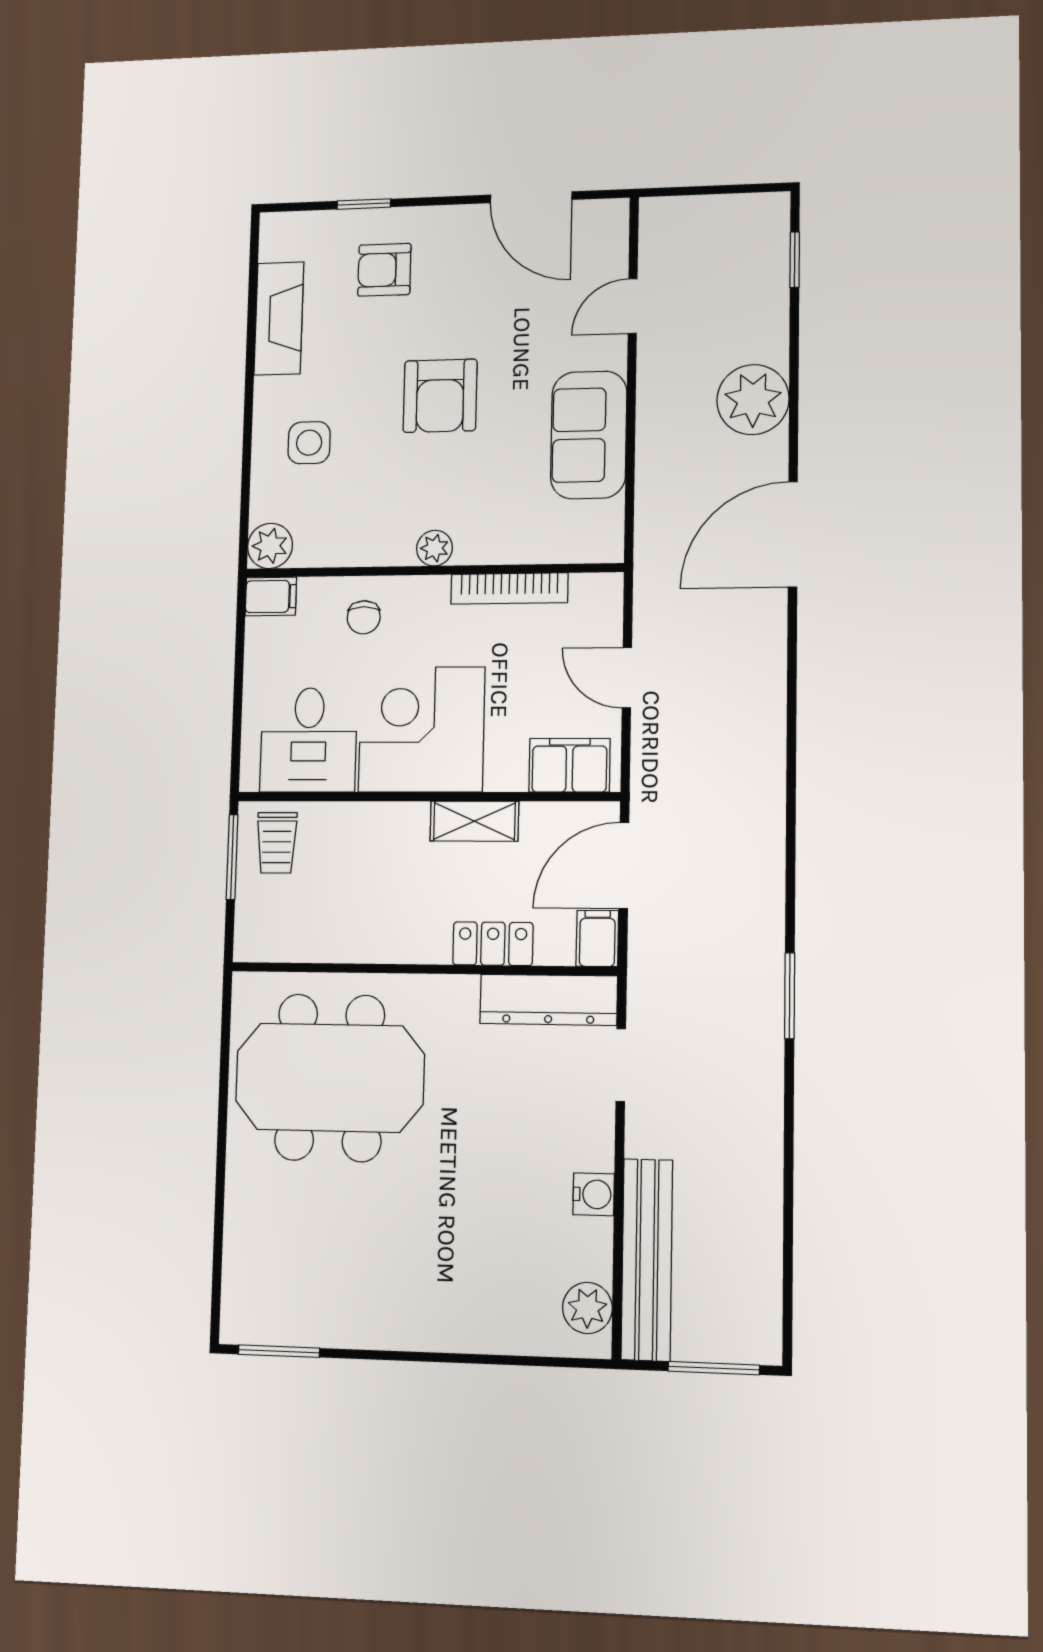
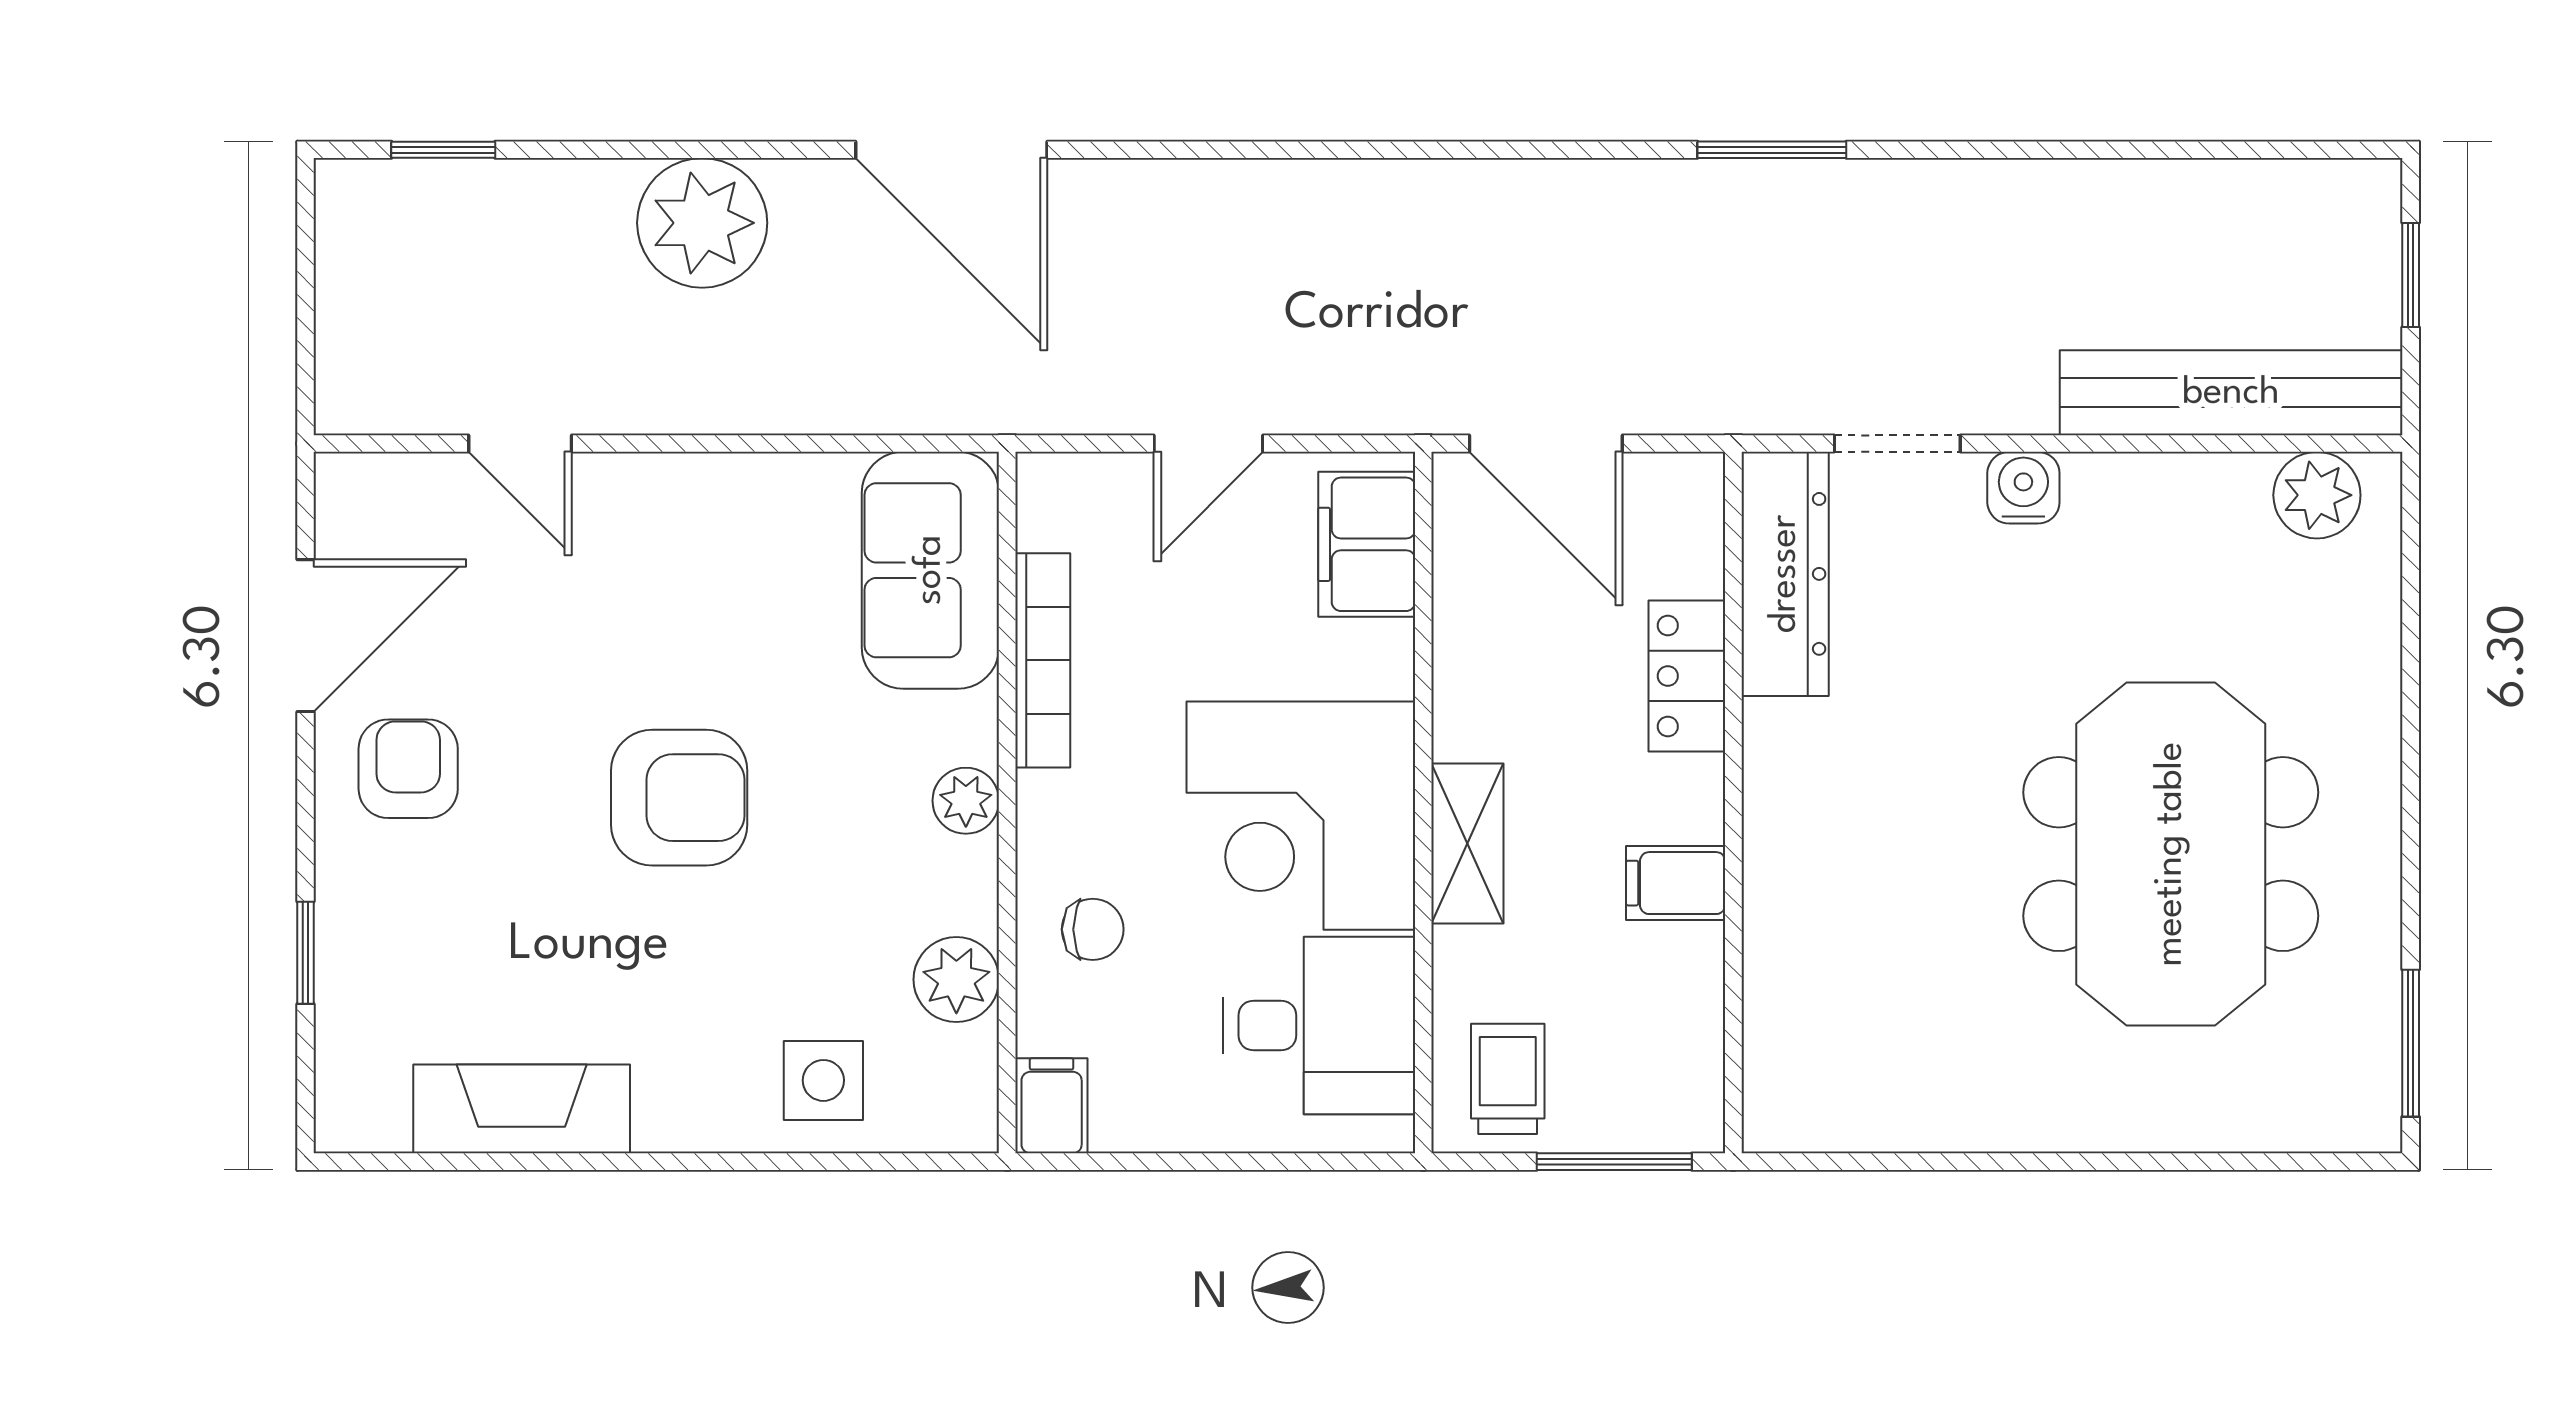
armchair: (384, 270) -> (408, 769), moved, turned 180
sofa: (589, 435) -> (930, 570), moved, turned 90
side table: (309, 443) -> (823, 1080), moved
plant: (270, 546) -> (956, 980), moved
shelving: (474, 821) -> (1467, 843), moved
trolley: (277, 843) -> (1508, 1079), turned -90
window: (232, 857) -> (1614, 1162), moved
filing cabinet: (597, 938) -> (1676, 883), moved
meeting table: (330, 1078) -> (2171, 854), moved
water cooler: (594, 1194) -> (2023, 488), moved
window: (714, 1368) -> (2411, 275), width x0.67

